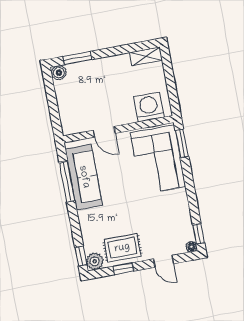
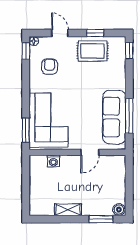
shelving: (146, 56) -> (68, 210), moved
washing machine: (149, 107) -> (53, 161), width x0.53, depth x0.53
door: (104, 132) -> (90, 152), swing flipped
armchair: (168, 221) -> (50, 67), added
plant: (95, 261) -> (118, 44), removed

